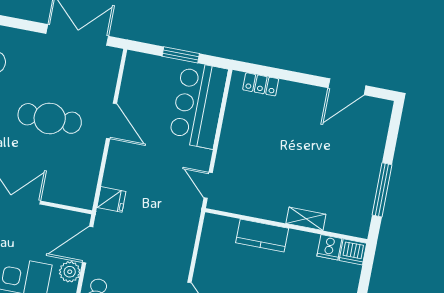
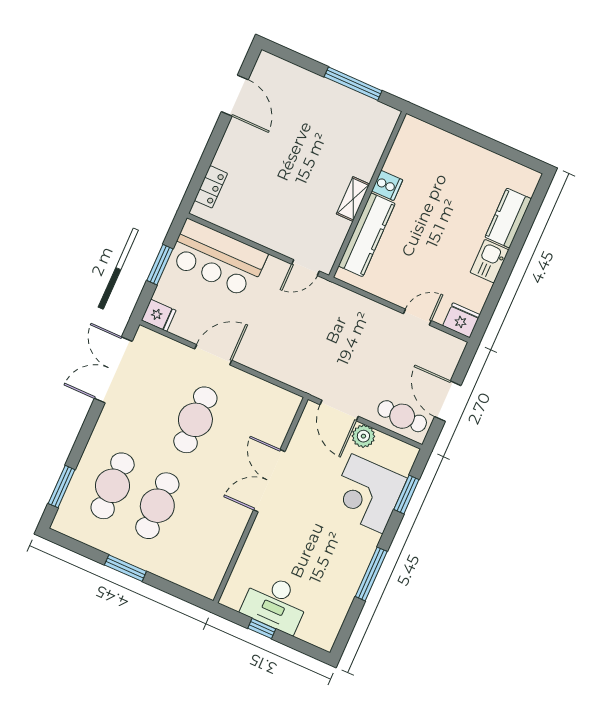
fridge: (111, 199) -> (159, 315), moved, turned 90
shelving: (306, 219) -> (353, 199), moved
kitchen counter: (262, 236) -> (367, 235), width x1.50
cooker: (329, 247) -> (387, 185), moved
dishwasher: (353, 252) -> (412, 130), removed

